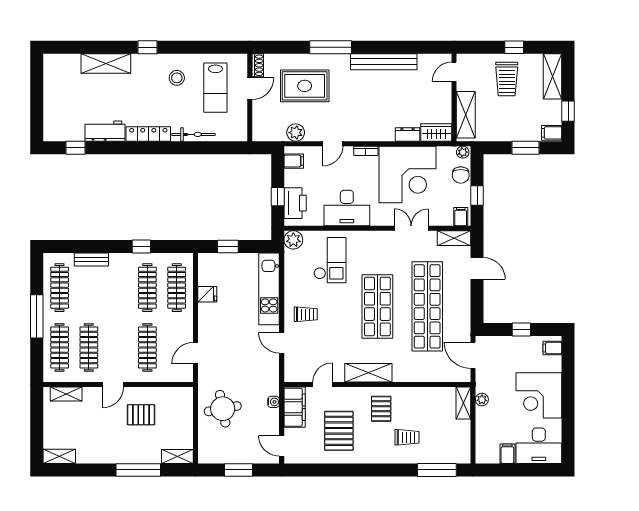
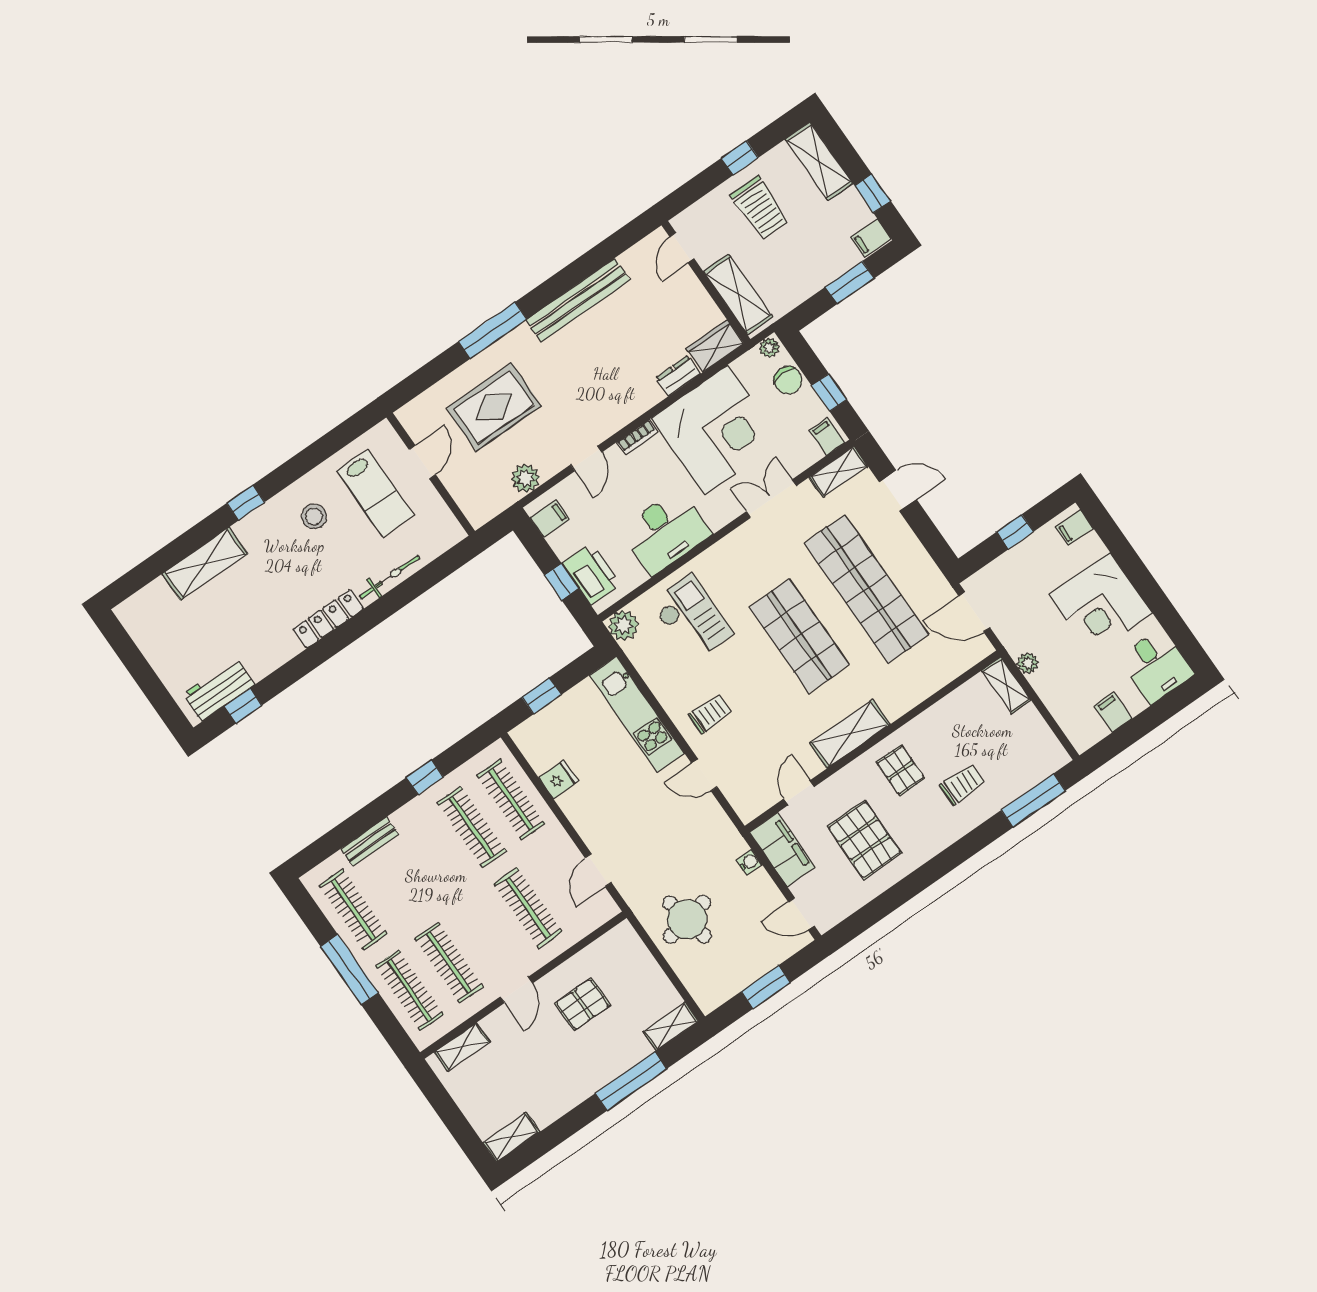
shoe rack: (258, 65) -> (411, 423), removed
workbench: (105, 131) -> (219, 689), moved
desk: (539, 446) -> (1156, 666), width x0.73

